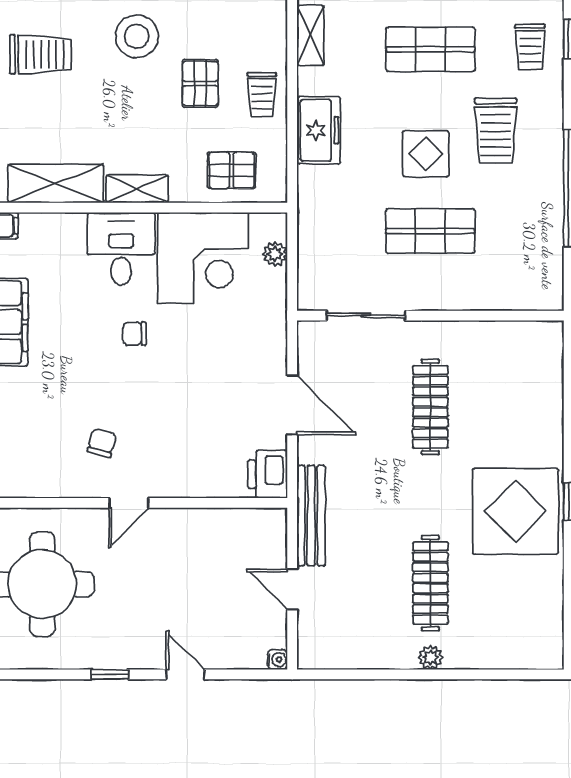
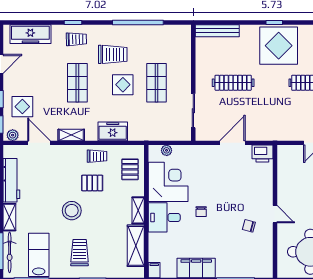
bench: (311, 516) -> (217, 31), moved

